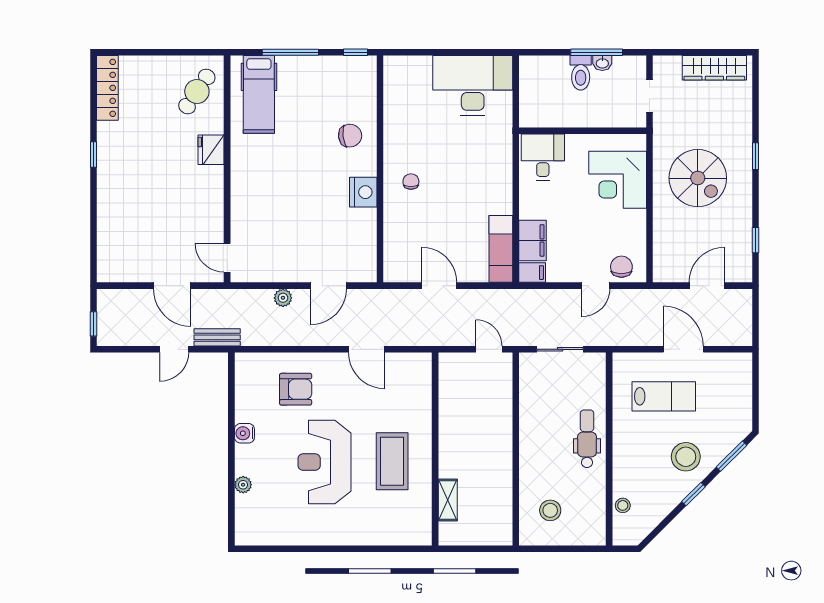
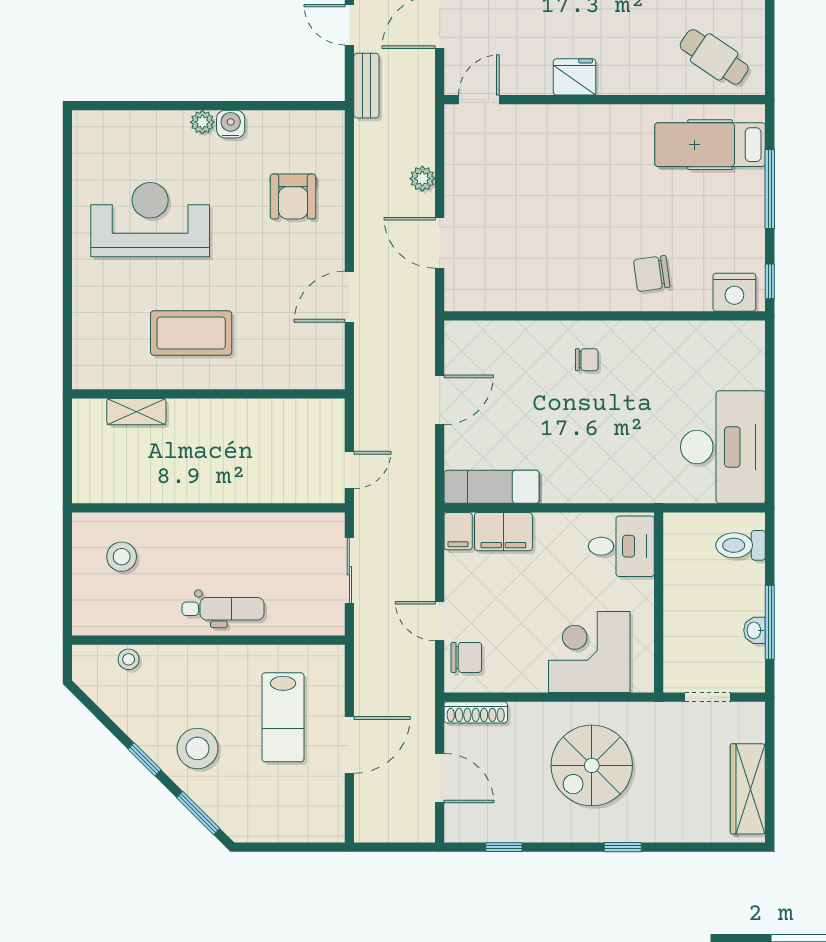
toilet: (581, 73) -> (741, 545), moved
chair: (350, 136) -> (652, 274), turned 89
fridge: (211, 150) -> (575, 77), moved
nightstand: (363, 192) -> (734, 292), moved
shoe rack: (660, 260) -> (476, 712), added
reception desk: (324, 462) -> (150, 220), moved
plant: (243, 485) -> (202, 122), moved

